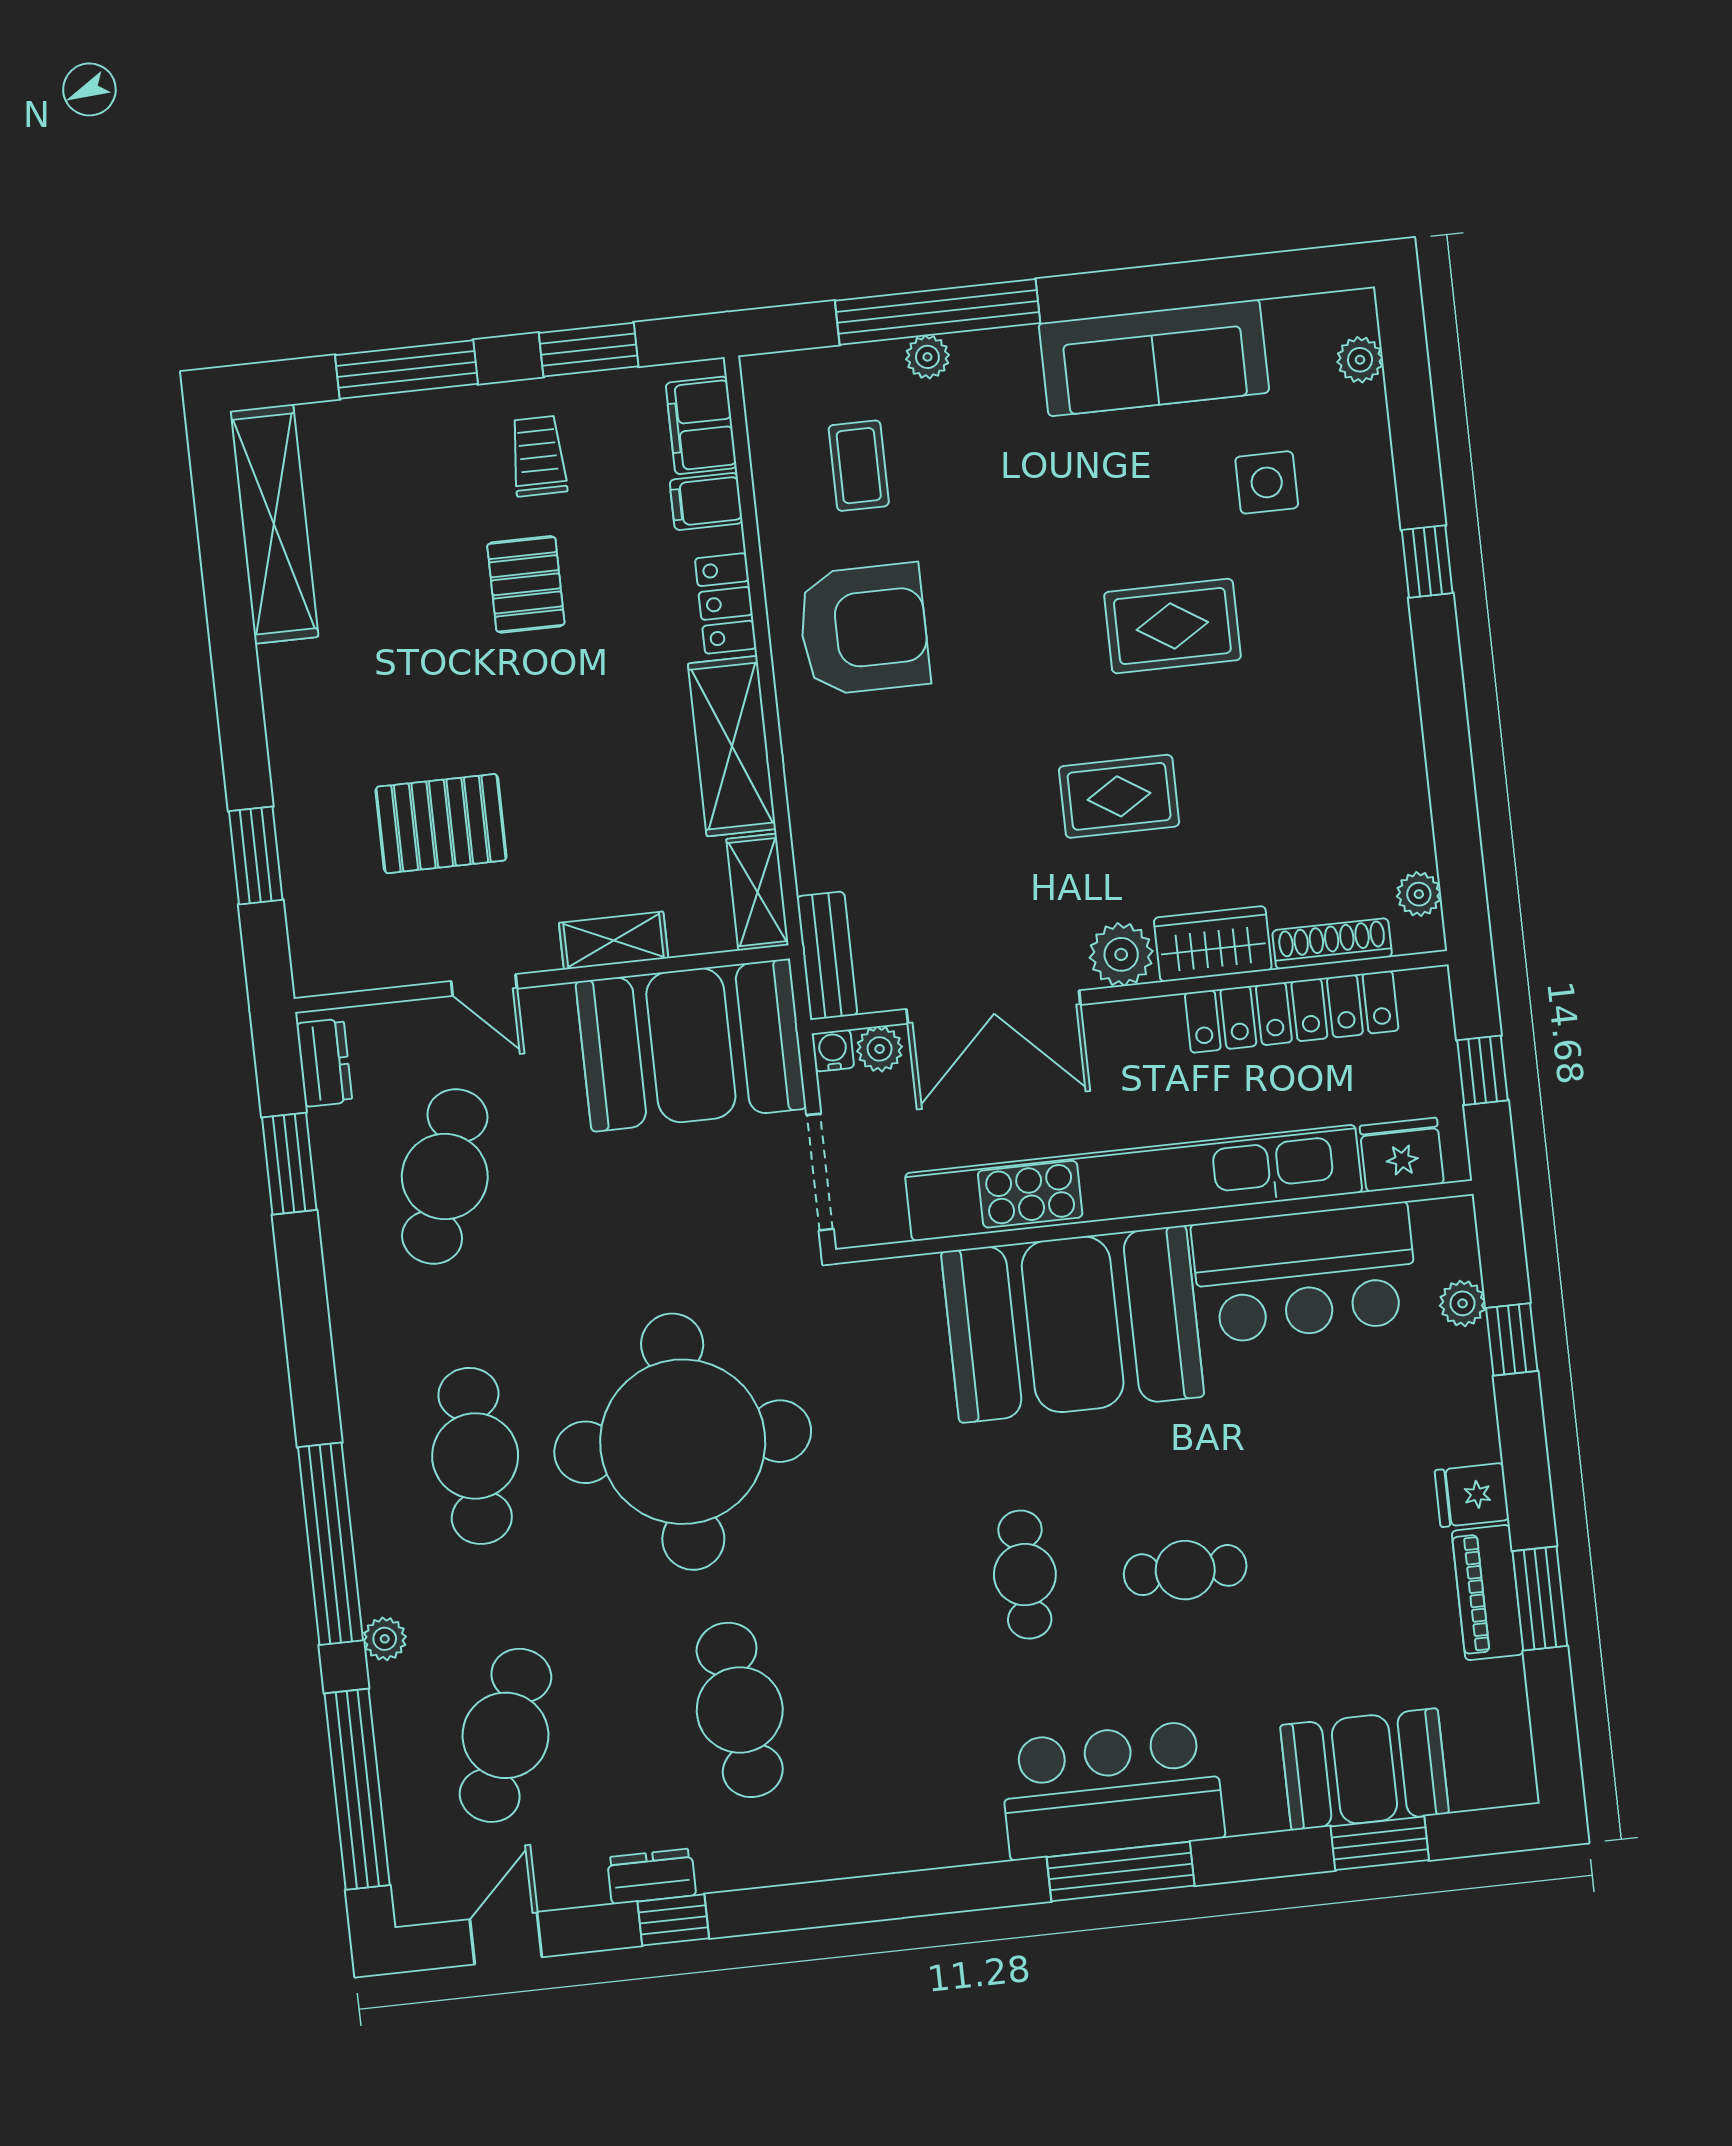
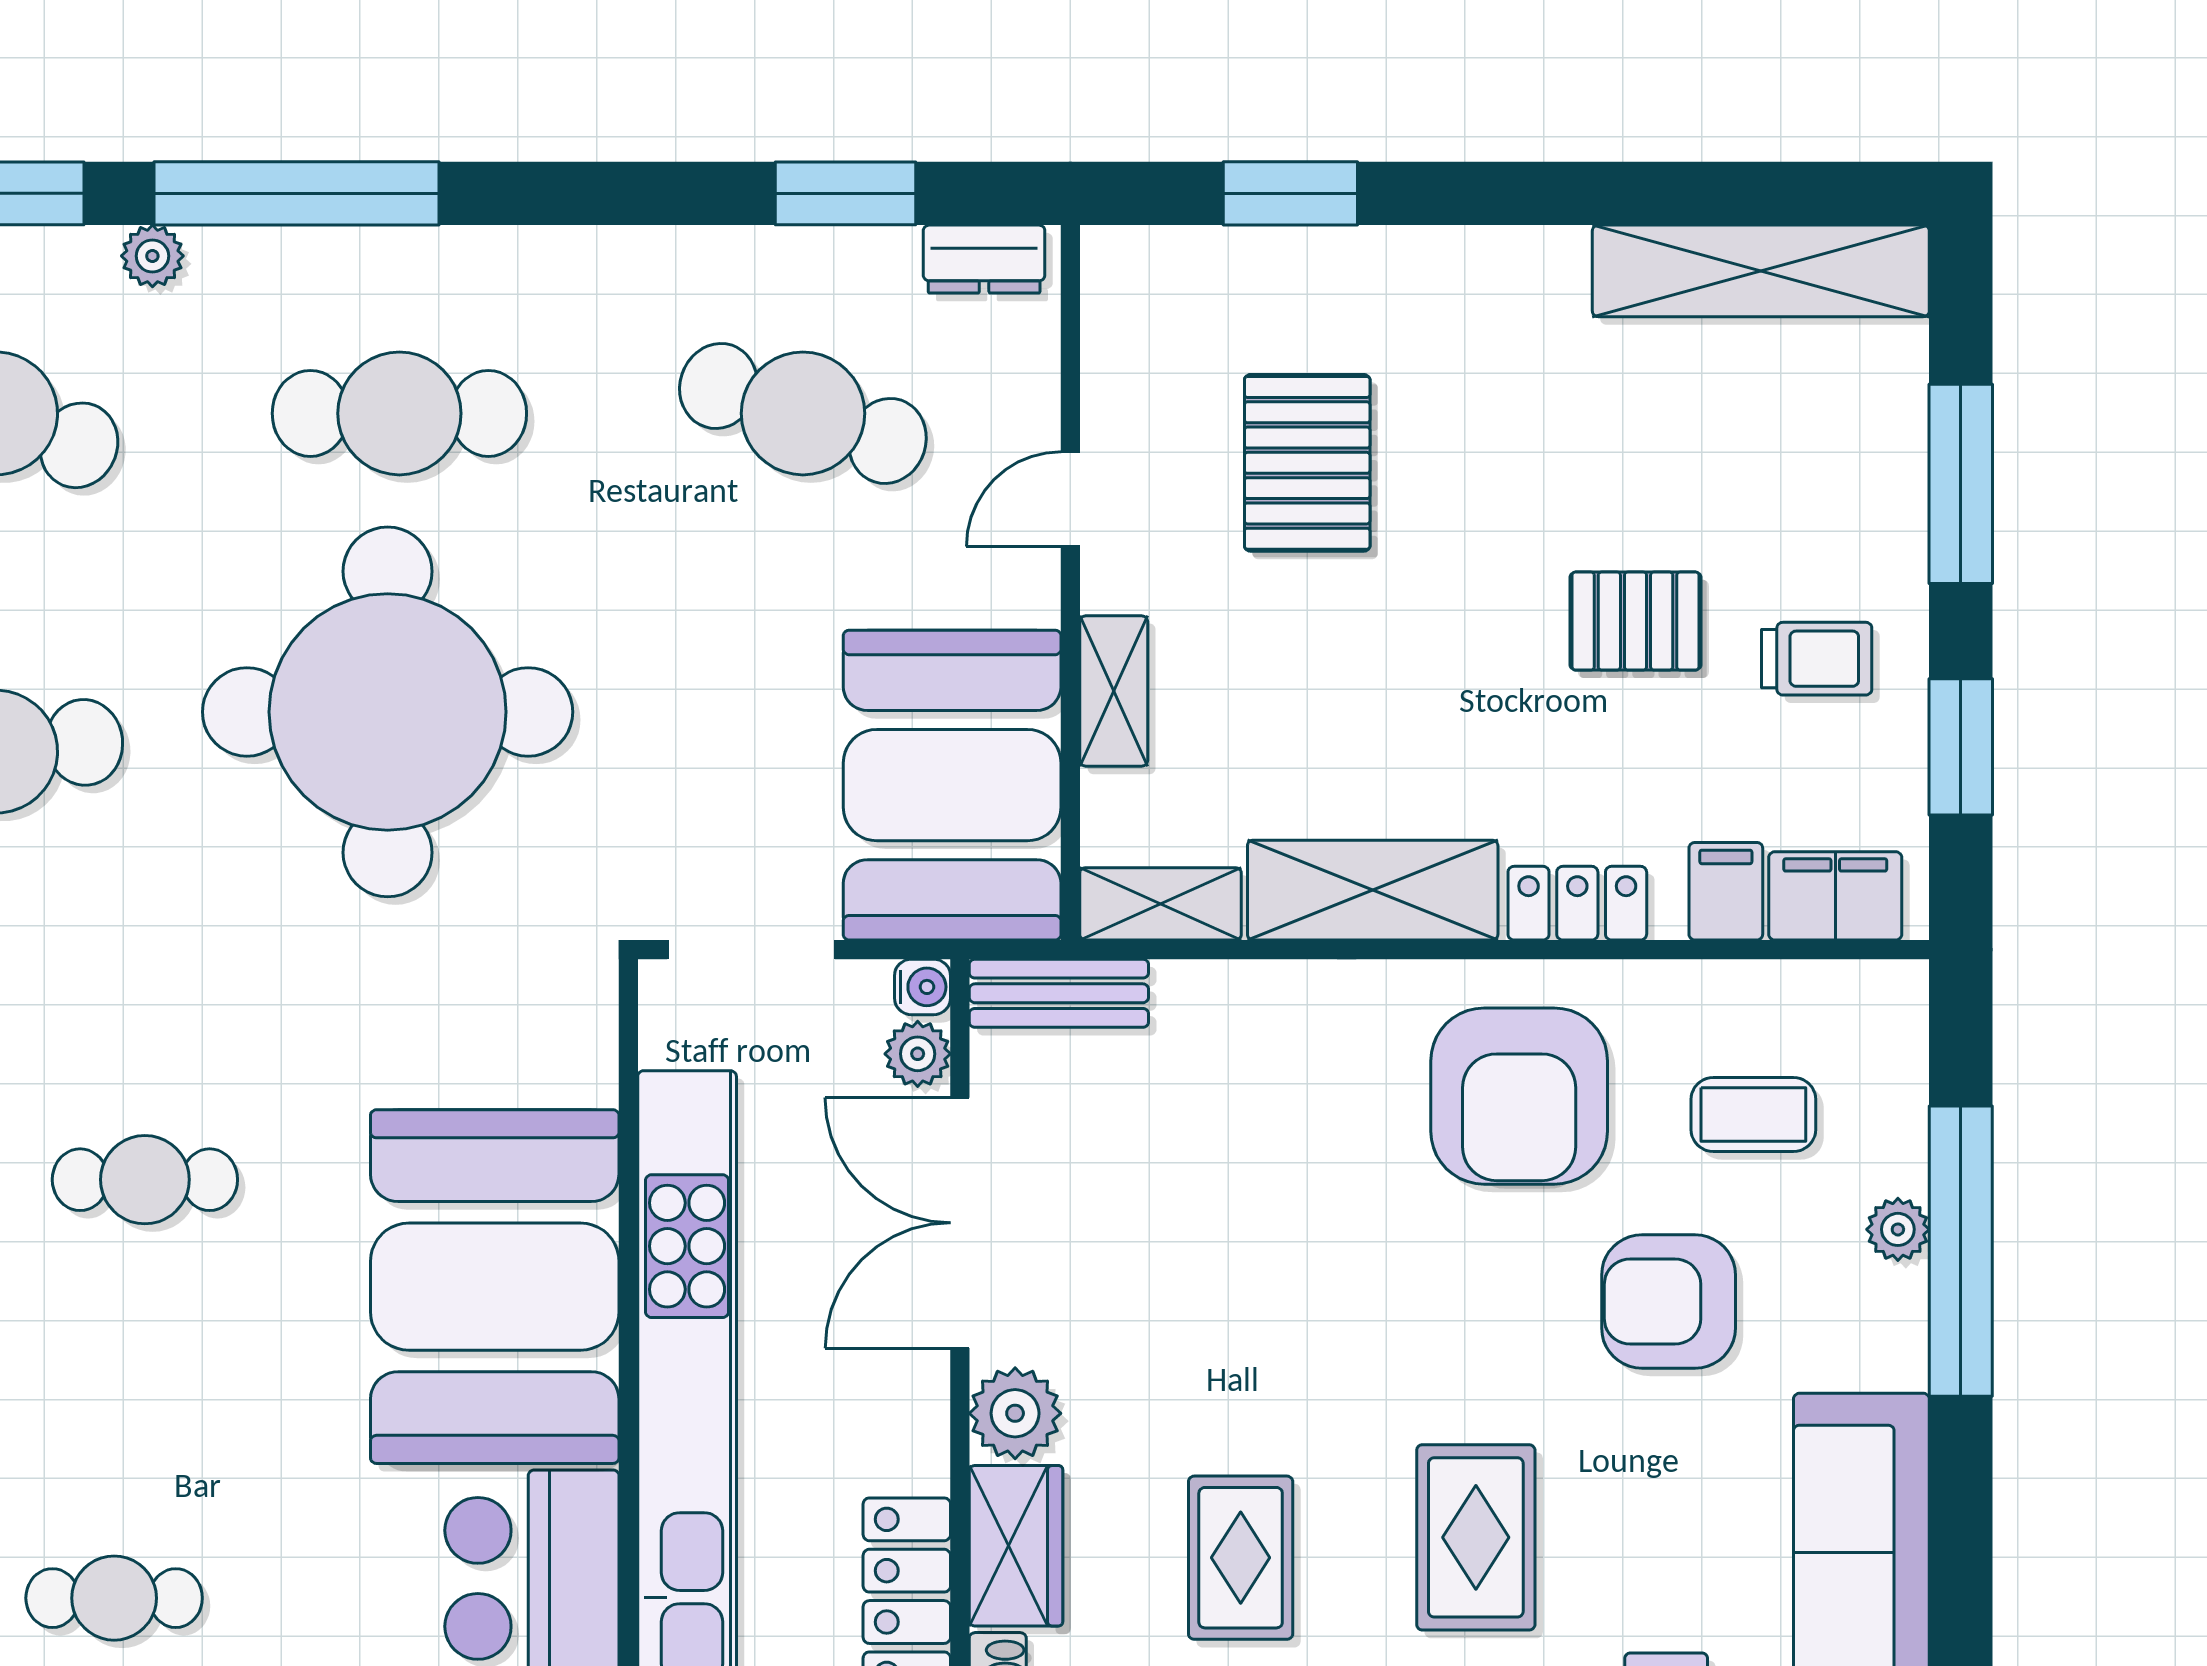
armchair: (995, 510) -> (1669, 1301), added
rug: (1119, 796) -> (1241, 1558), moved
cafe table: (1185, 1570) -> (114, 1598), moved, turned 90

